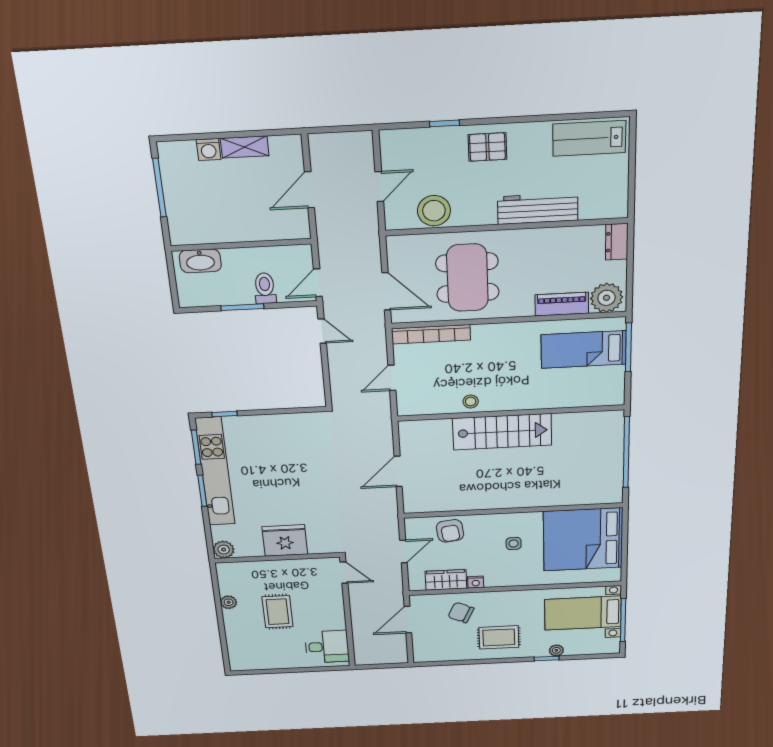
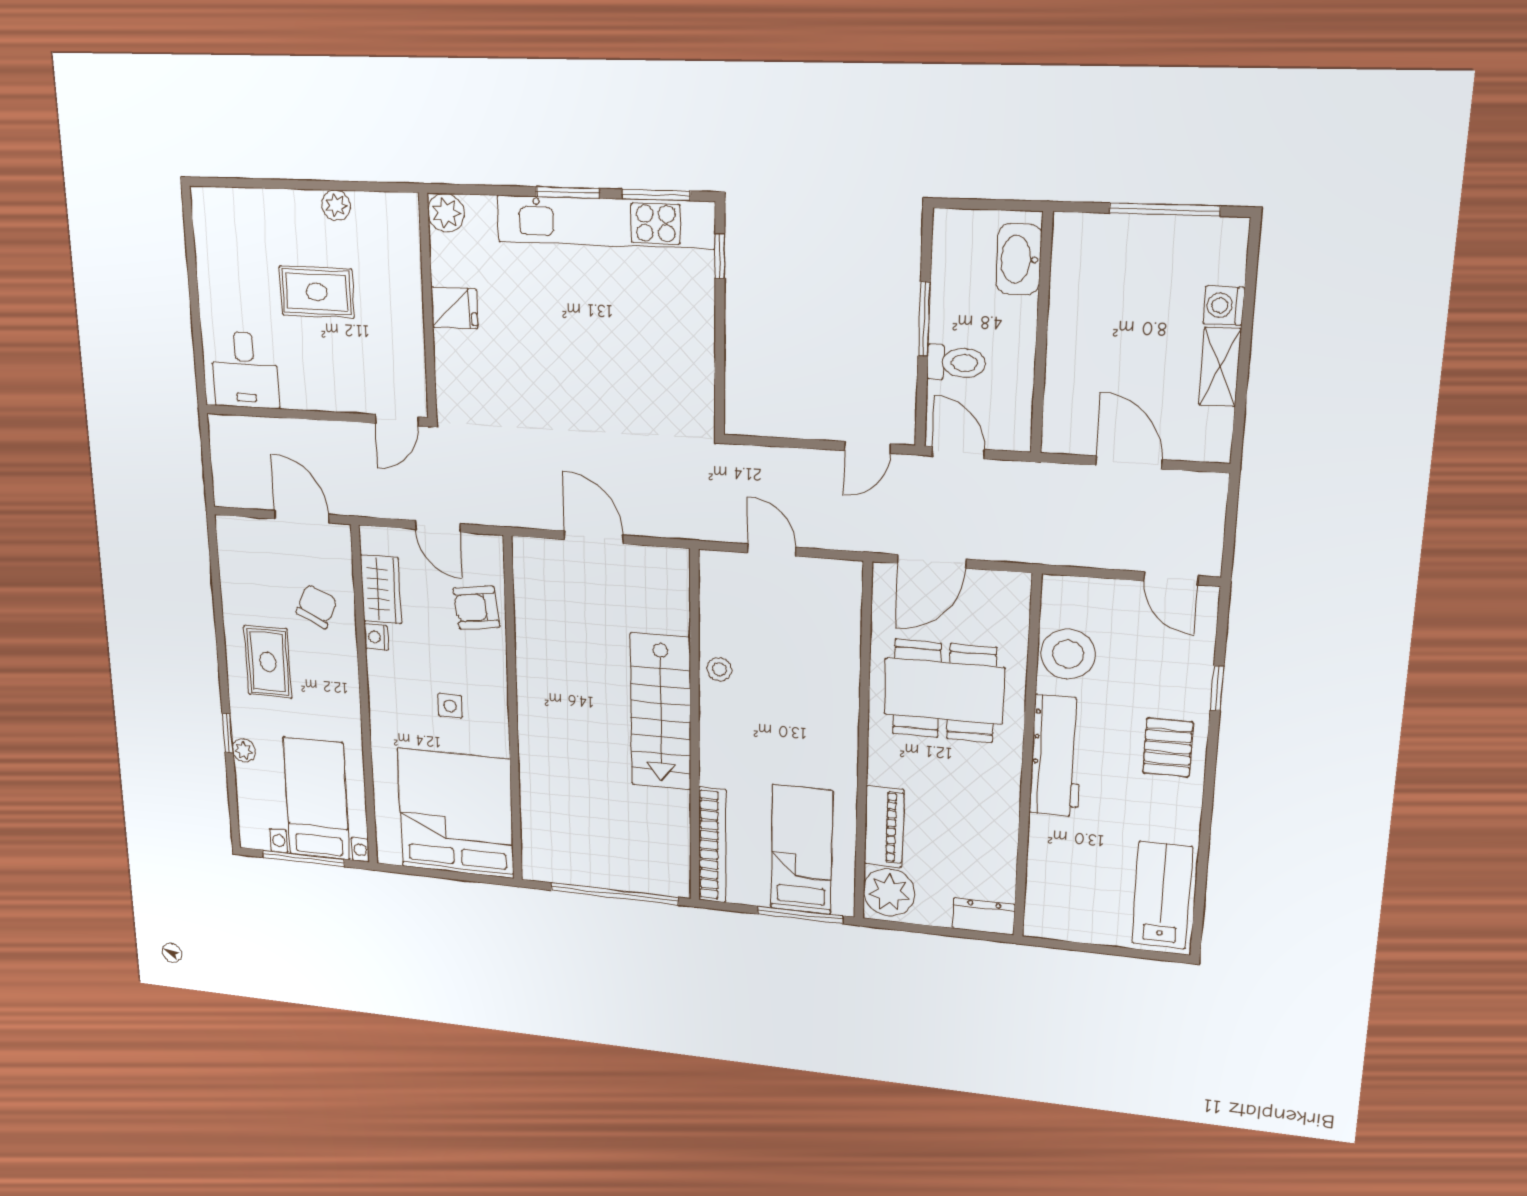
door: (379, 187) -> (1171, 578), moved
workbench: (538, 209) -> (1056, 756), moved
bookcase: (431, 334) -> (712, 845), moved, turned 180
fridge: (285, 540) -> (454, 308), width x0.53, depth x0.75

